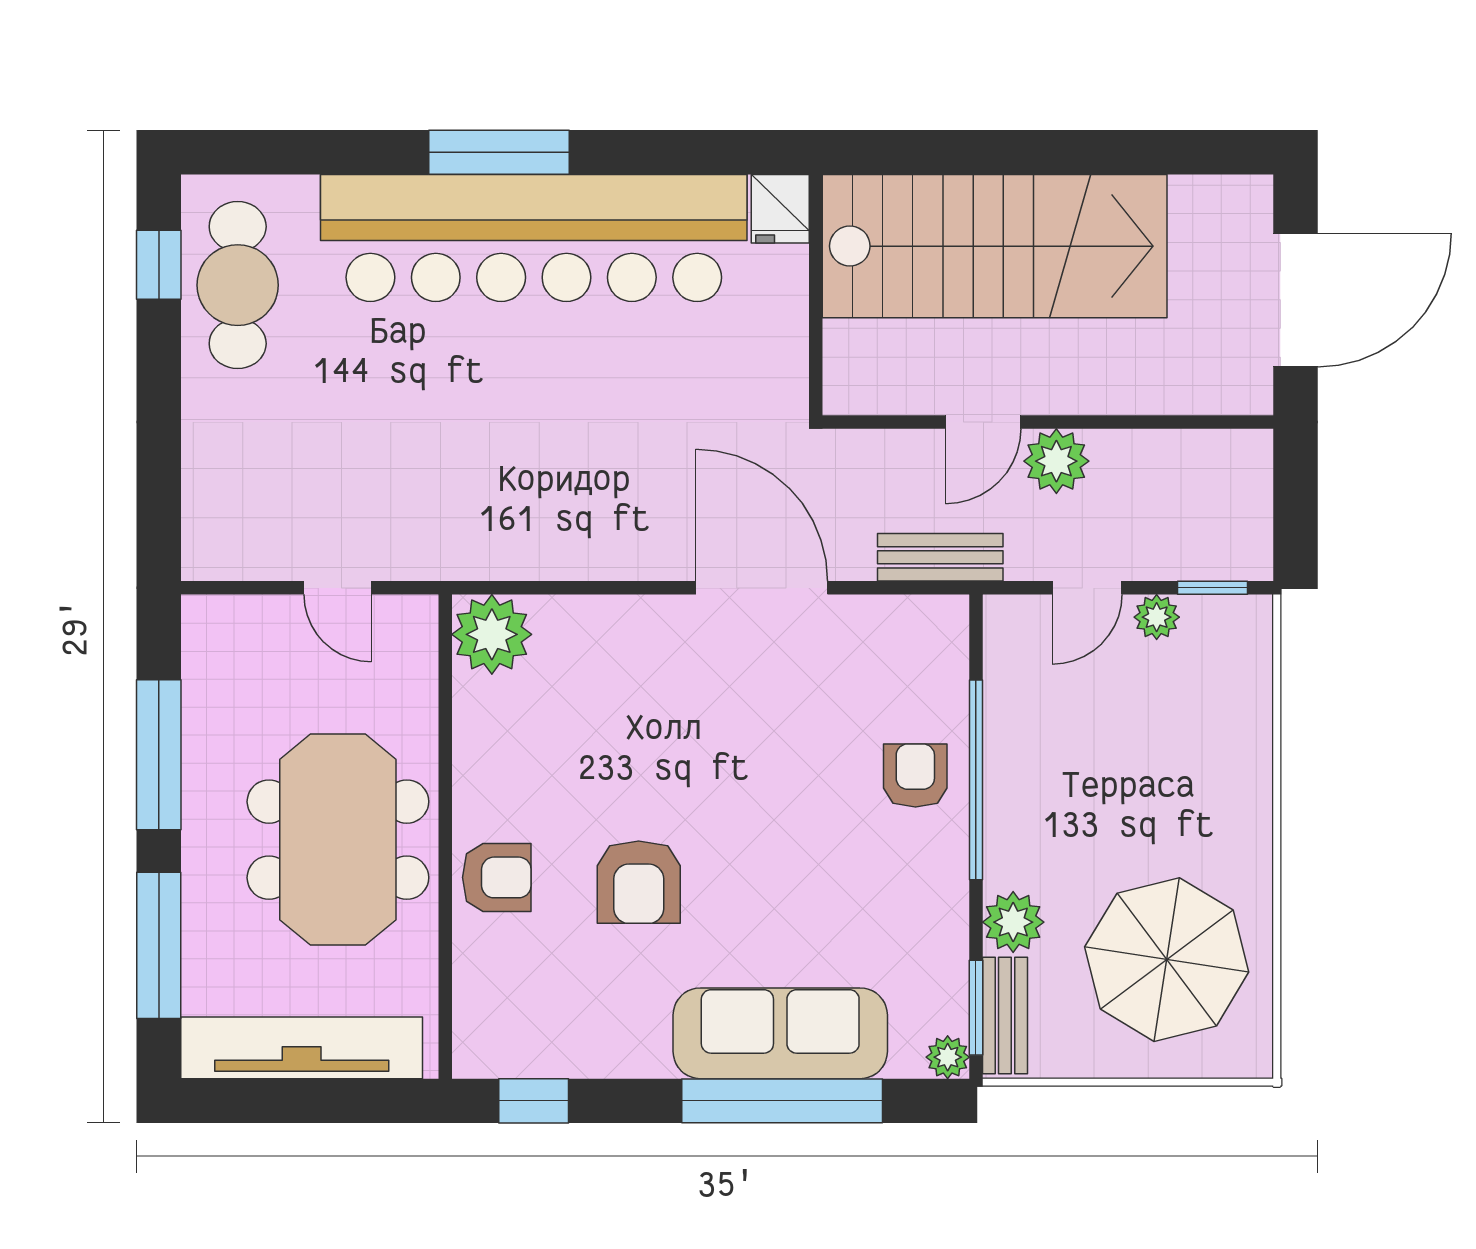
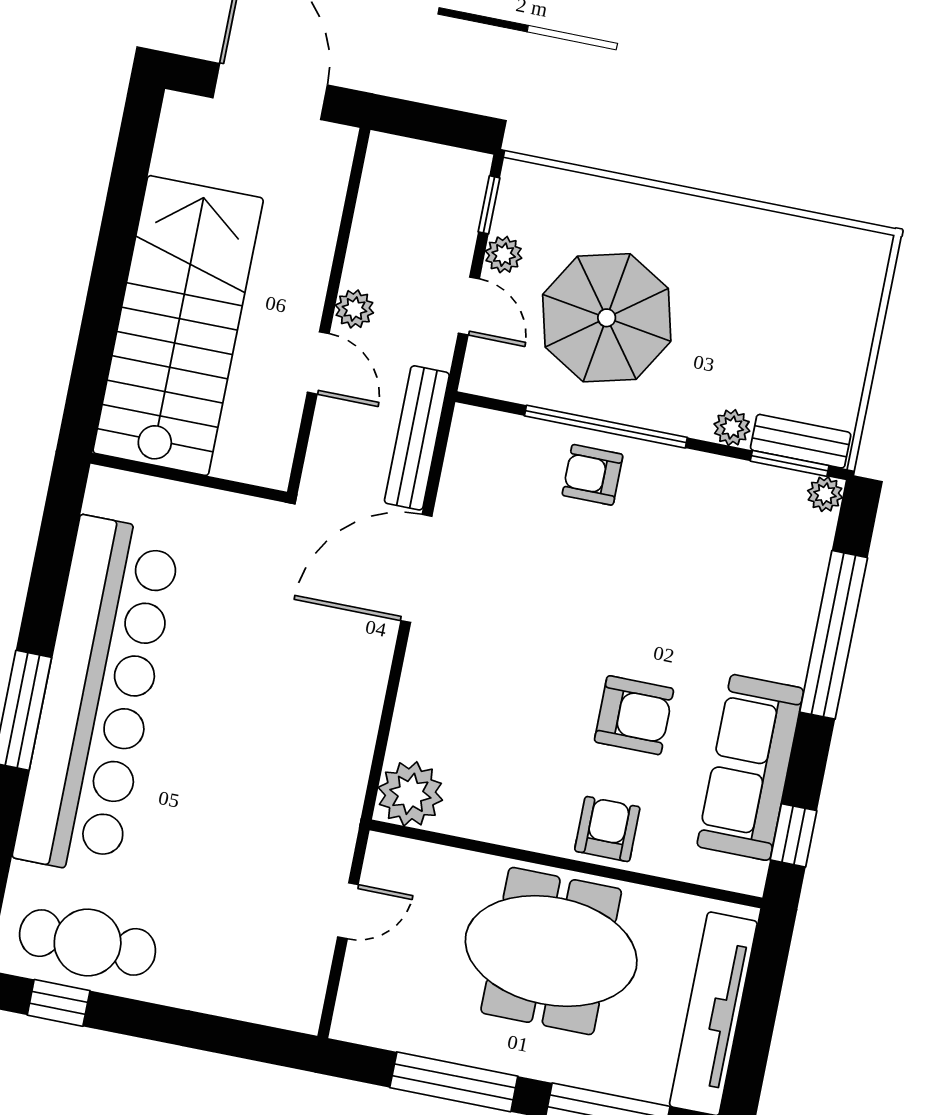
fridge: (780, 209) -> (113, 492), removed
plant: (1056, 461) -> (354, 309), width x0.73, depth x0.73
bench: (940, 557) -> (417, 438), width x1.36
plant: (1013, 922) -> (732, 428), width x0.73, depth x0.73
parasol: (1167, 960) -> (607, 318), moved
sofa: (780, 1033) -> (750, 767), moved

